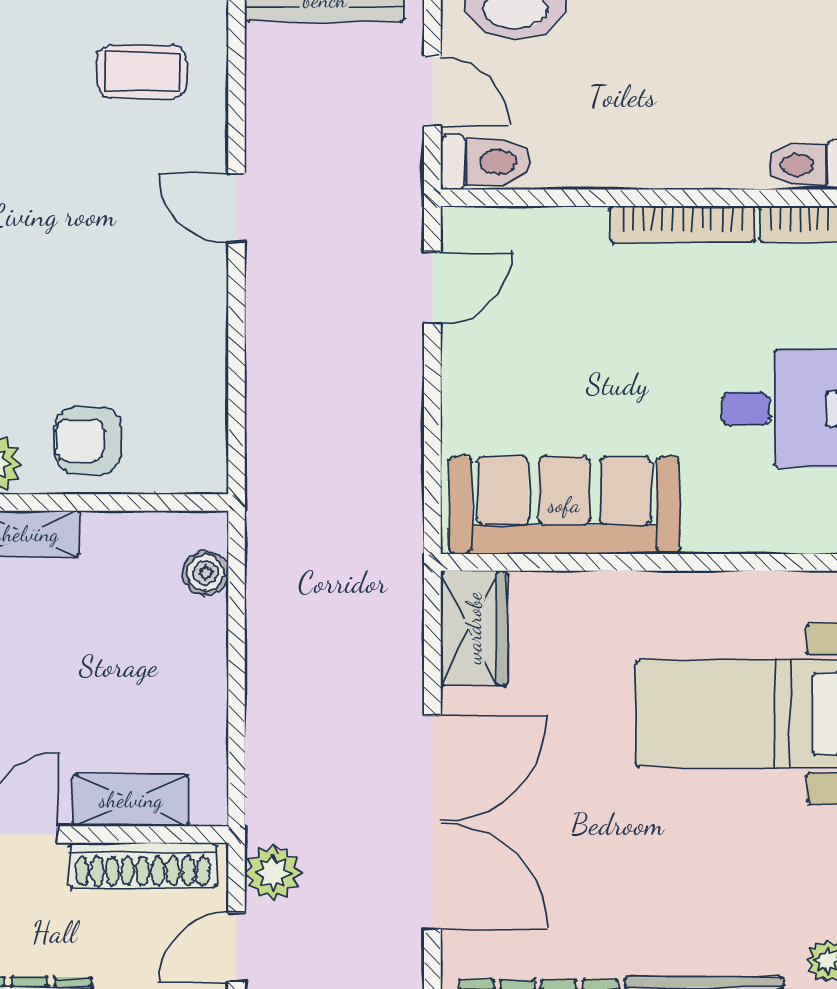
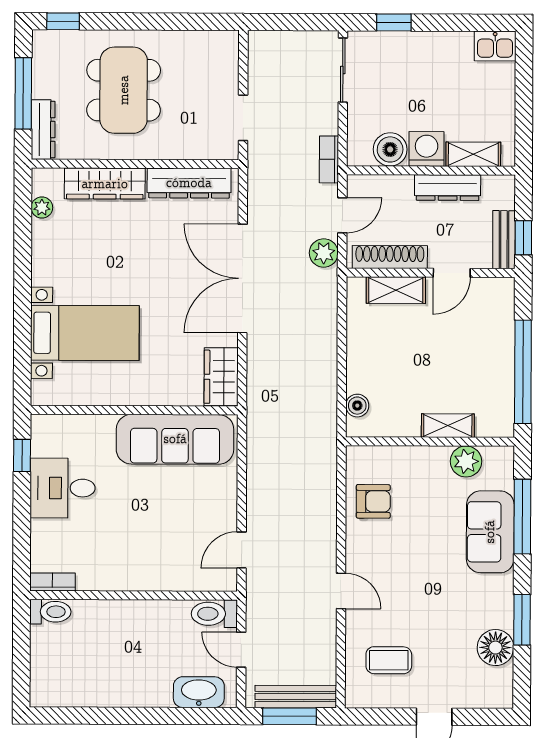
bookcase: (683, 224) -> (114, 582), removed
armchair: (88, 440) -> (373, 501), moved

